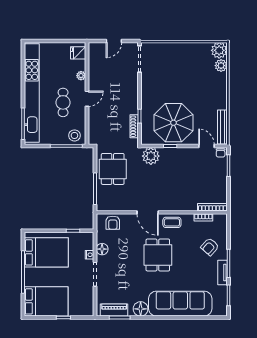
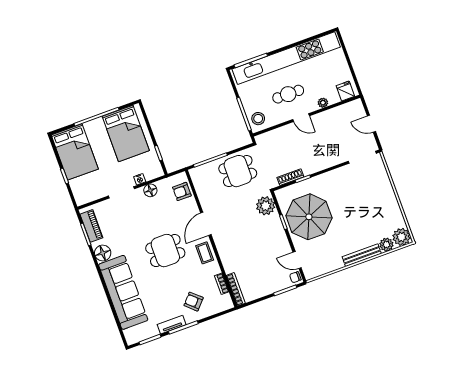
bench: (222, 127) -> (362, 255), moved
door: (206, 146) -> (297, 260), swing flipped

